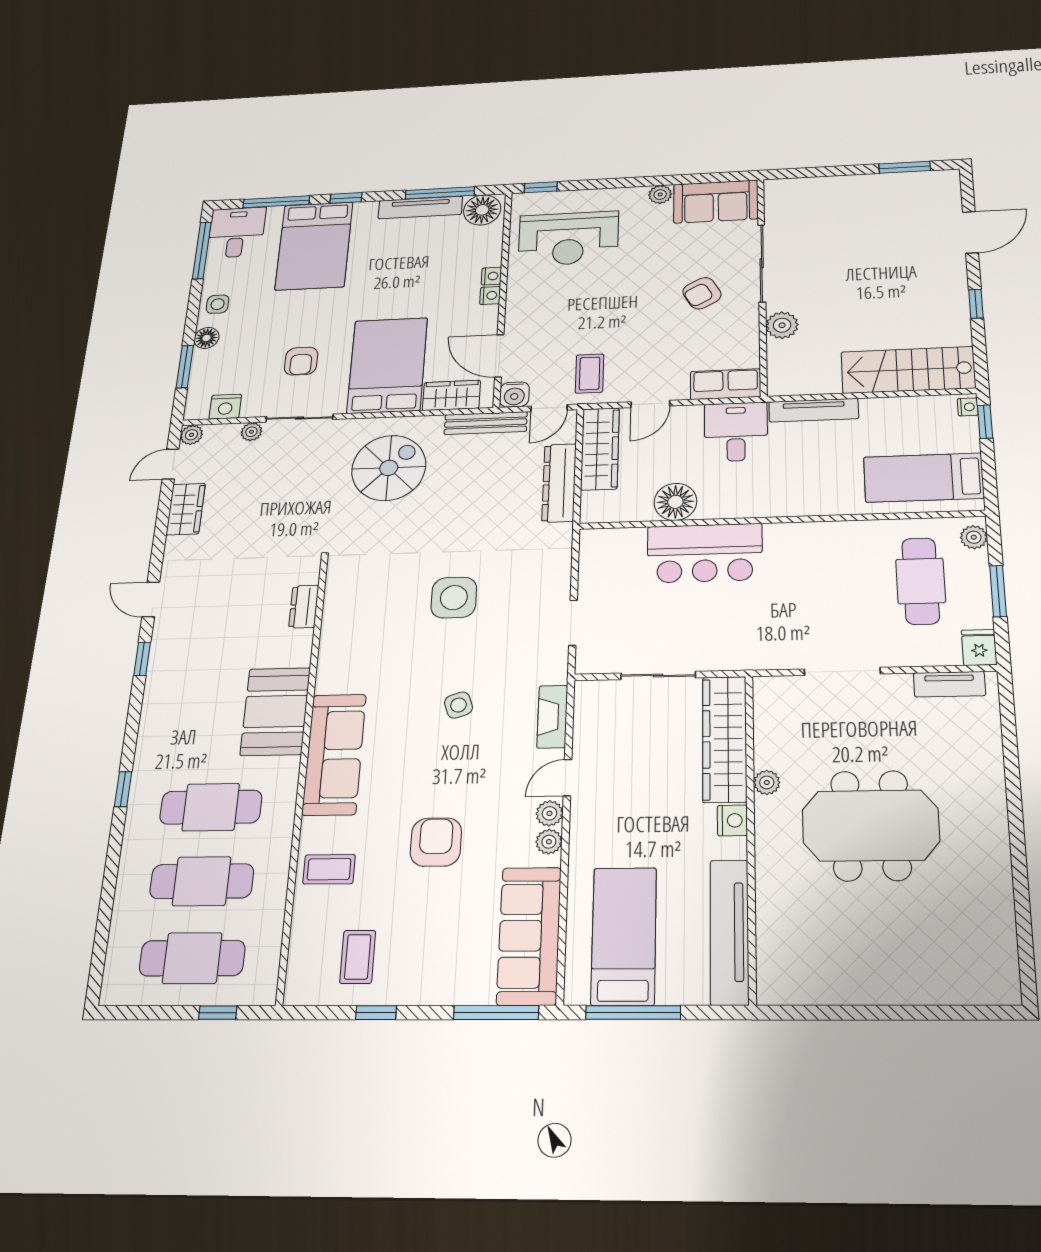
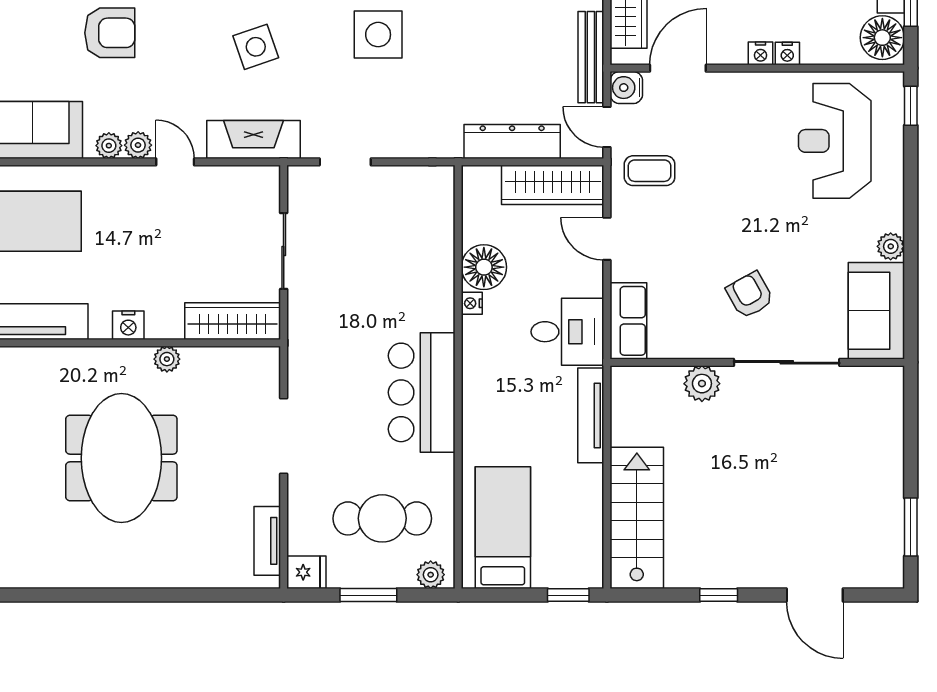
nightstand: (968, 407) -> (472, 303), moved, turned 90
bar counter: (705, 553) -> (422, 392), moved
side table: (458, 705) -> (256, 47), width x1.37, depth x1.37
fireplace: (552, 717) -> (253, 139), width x1.37, depth x1.32
wardrobe: (725, 739) -> (233, 321), width x0.71, depth x0.85

